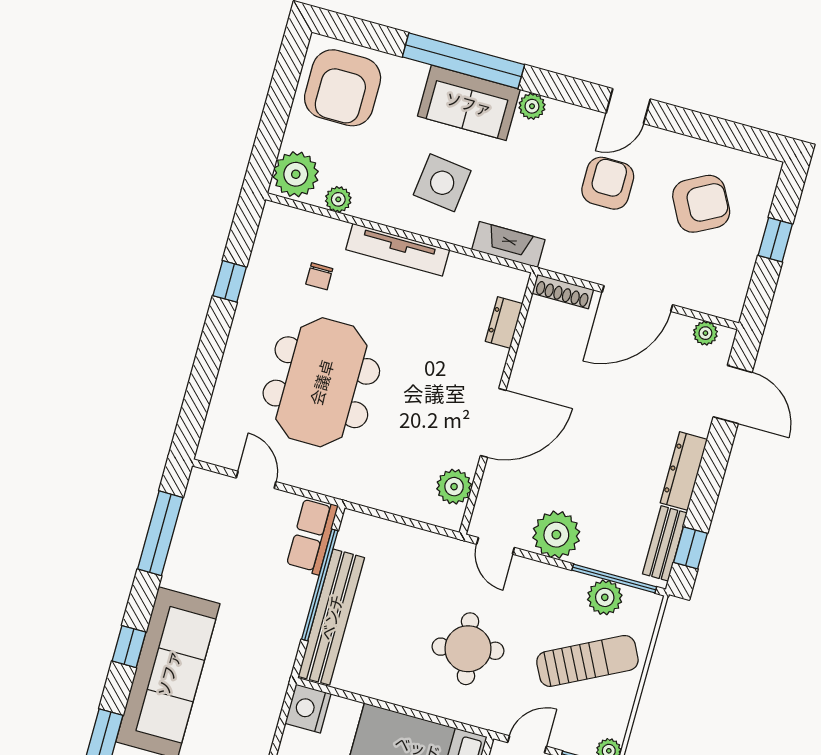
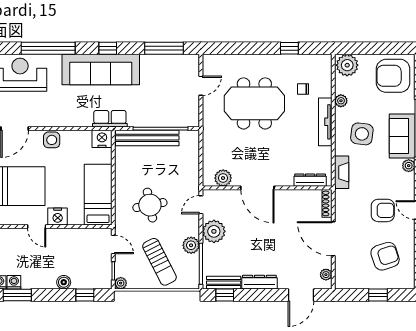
plant: (338, 199) -> (341, 101), moved
armchair: (701, 204) -> (385, 256), turned -80
dresser: (504, 323) -> (310, 180), width x1.44
row of seats: (312, 536) -> (110, 119), moved
plant: (605, 597) -> (191, 245), moved

